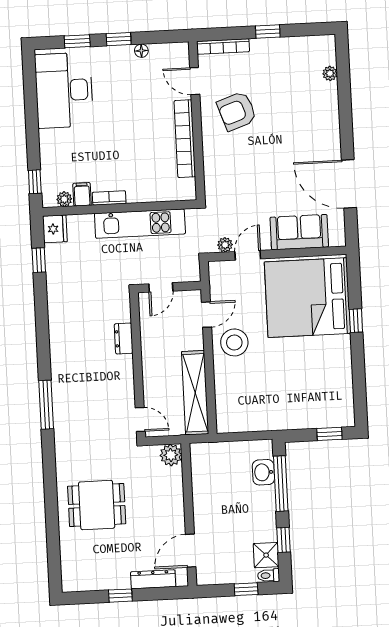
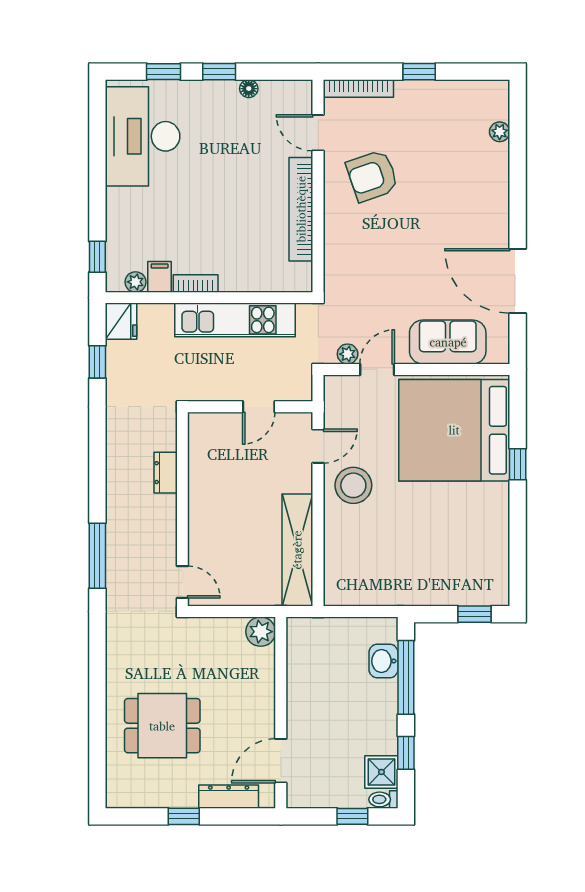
dresser: (124, 339) -> (166, 473), moved
wall: (138, 365) -> (182, 509), moved
door: (140, 419) -> (182, 582), moved
dining table: (97, 505) -> (162, 726), moved

